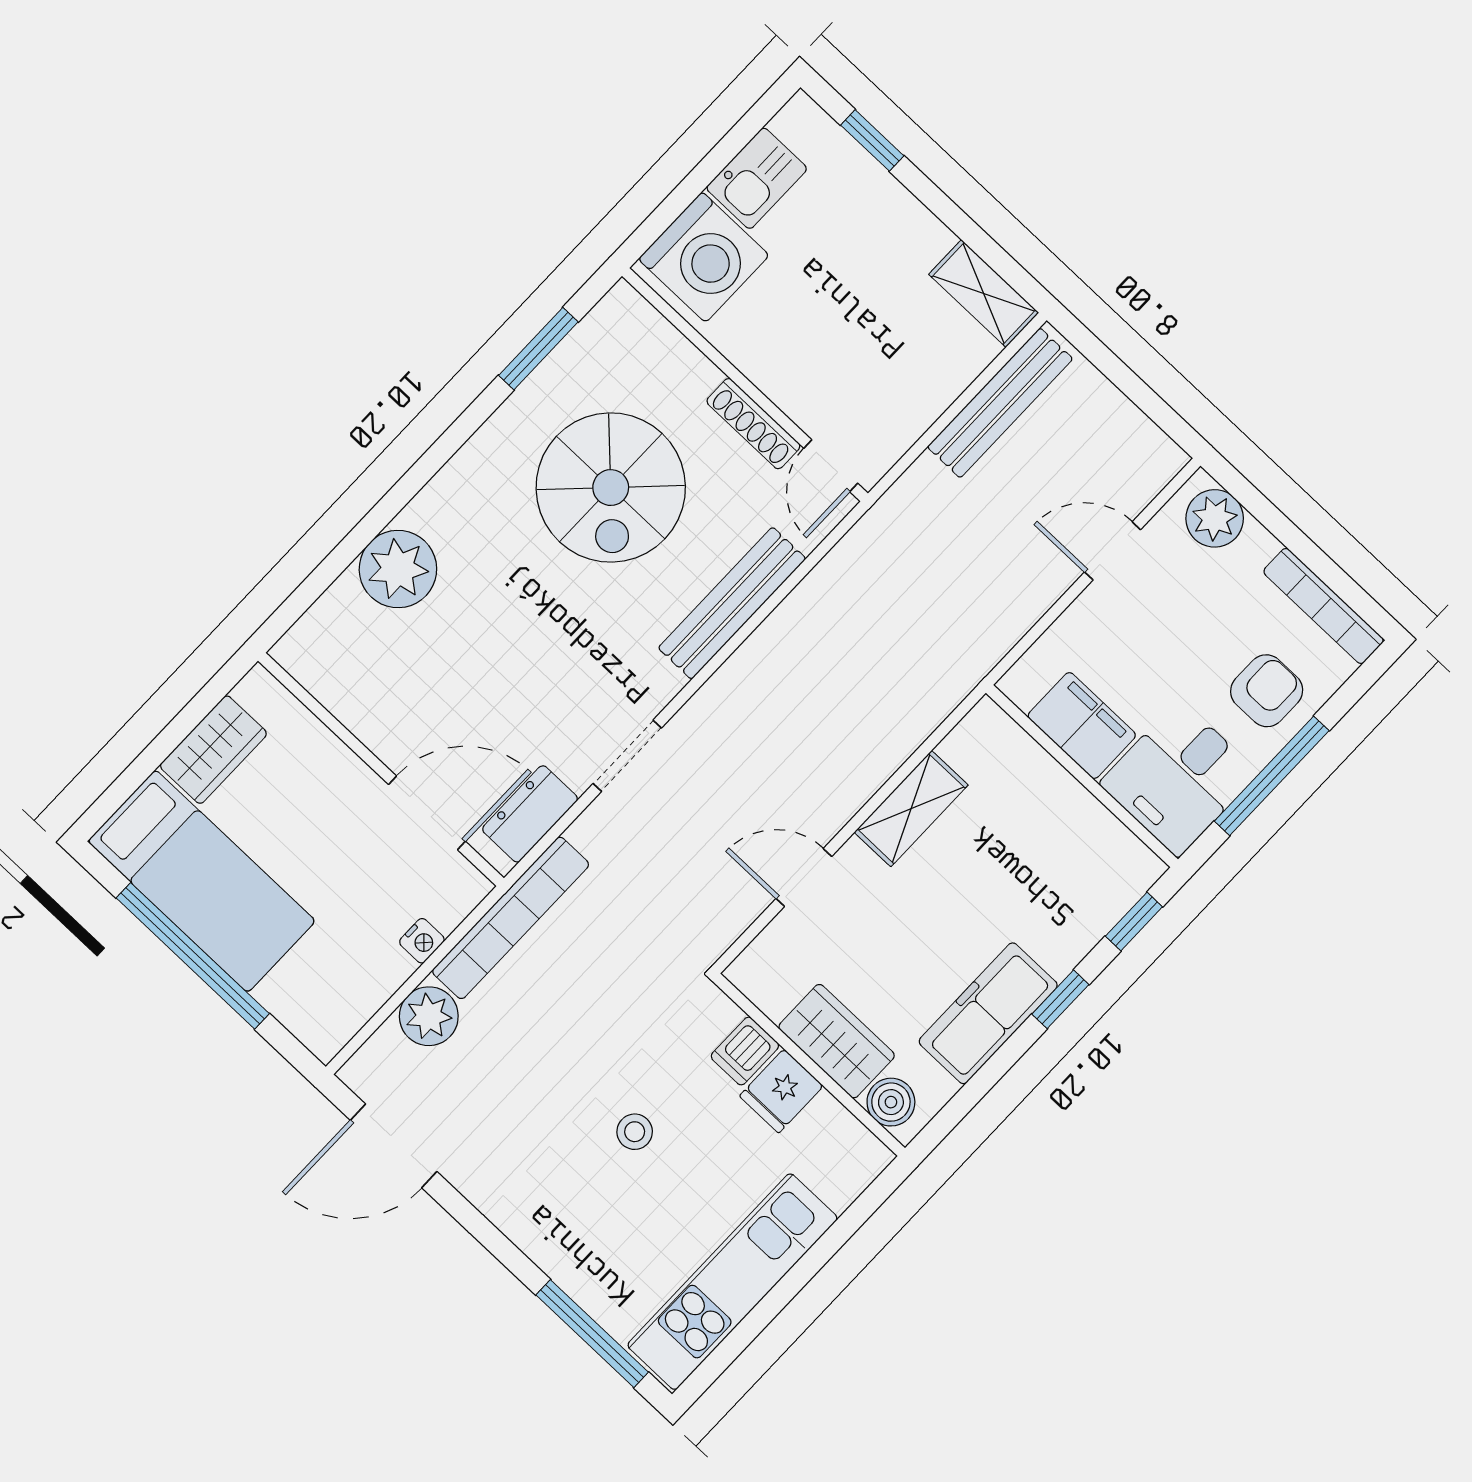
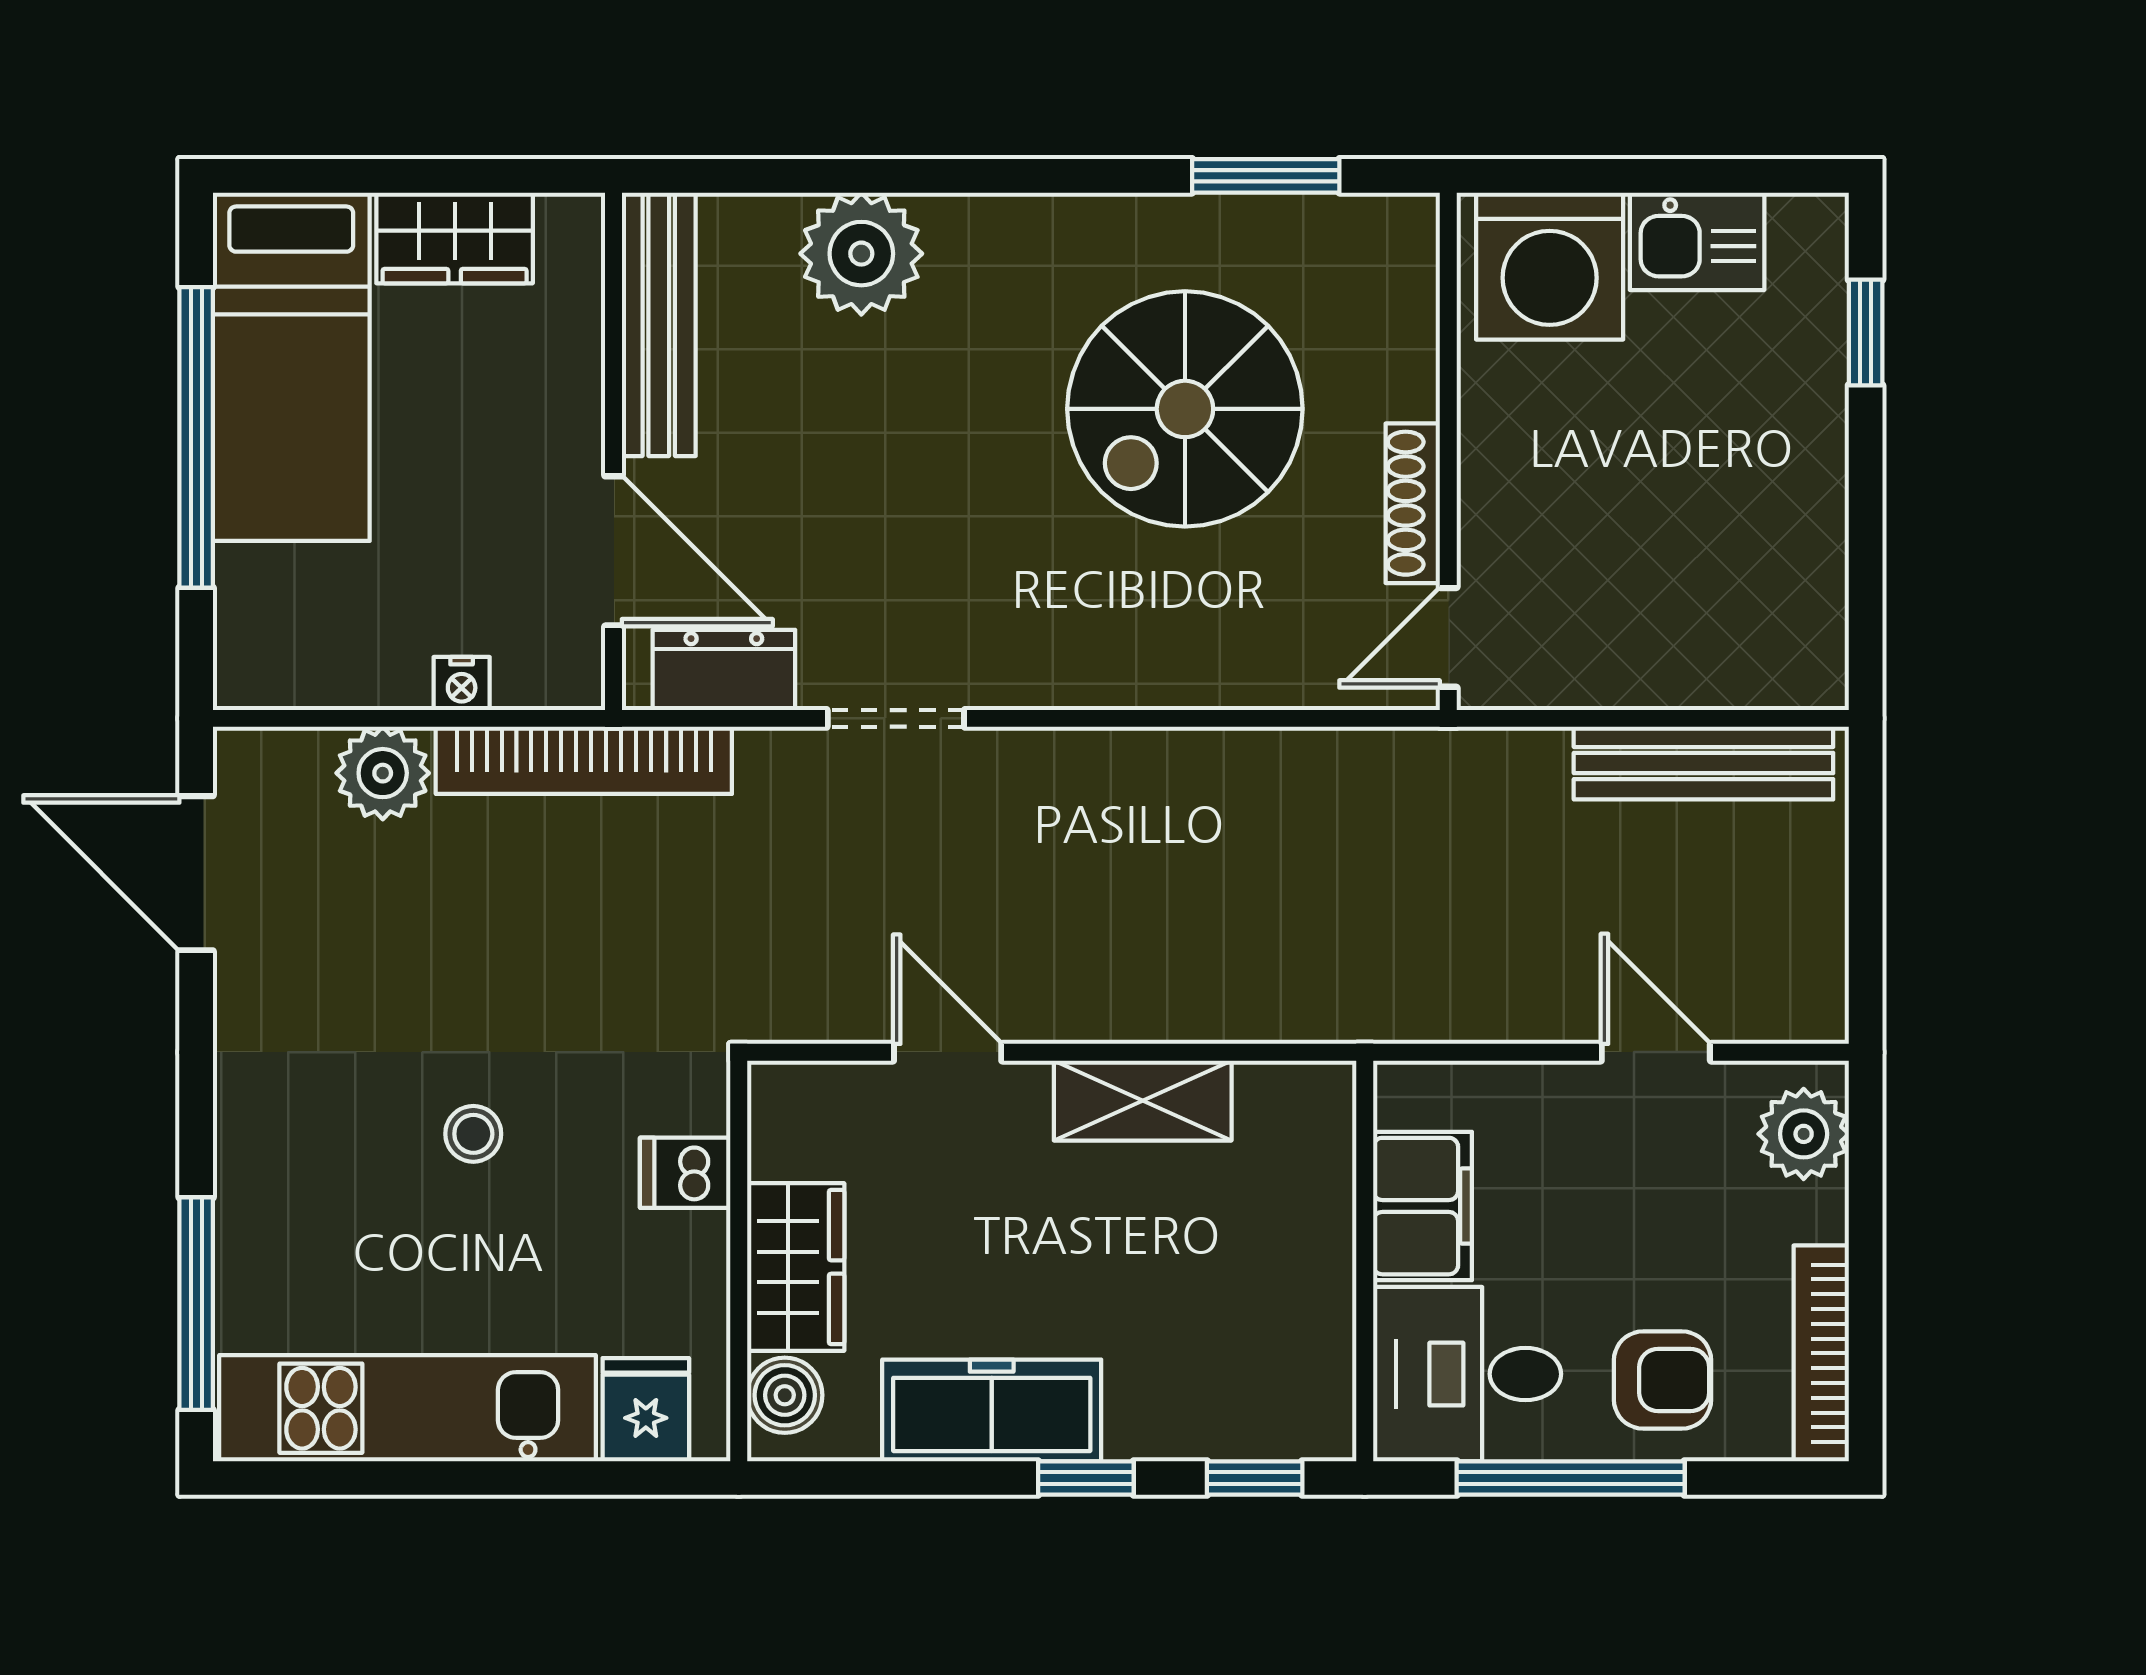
shelving: (984, 293) -> (1811, 626), removed
bench: (732, 603) -> (659, 324), moved, turned 90
fridge: (781, 1091) -> (646, 1410), moved, turned 90

